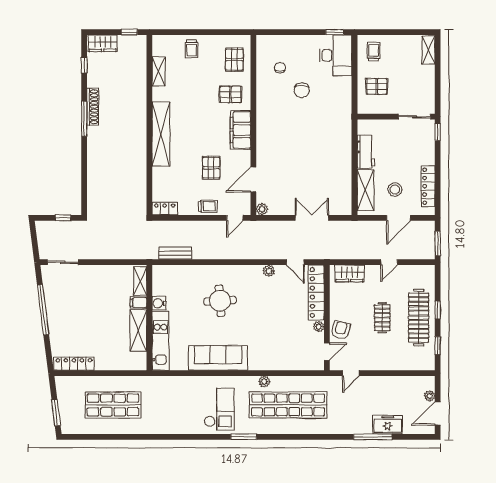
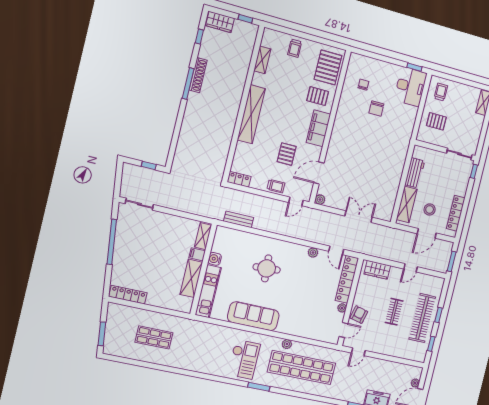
pallet: (234, 60) -> (328, 67), width x1.50, depth x1.42
shop shelf: (113, 405) -> (154, 337), width x0.70, depth x0.74

